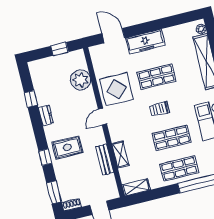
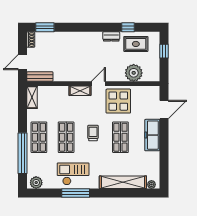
window: (60, 49) -> (164, 51), moved
door: (102, 117) -> (98, 84), hinge flipped
rug: (67, 147) -> (136, 44), moved, turned 90
shelving: (120, 154) -> (80, 91), moved
window: (45, 157) -> (76, 27), removed
bench: (105, 160) -> (40, 77), moved

